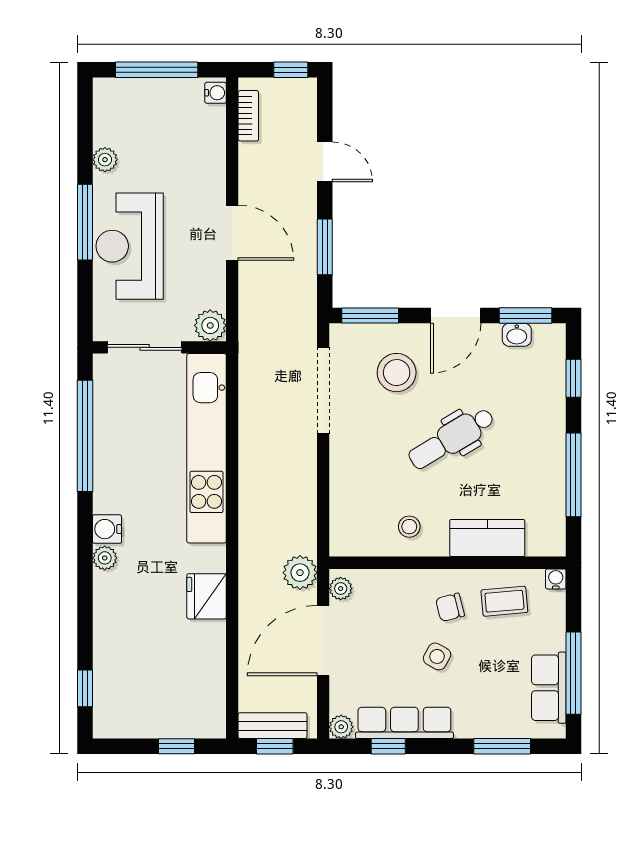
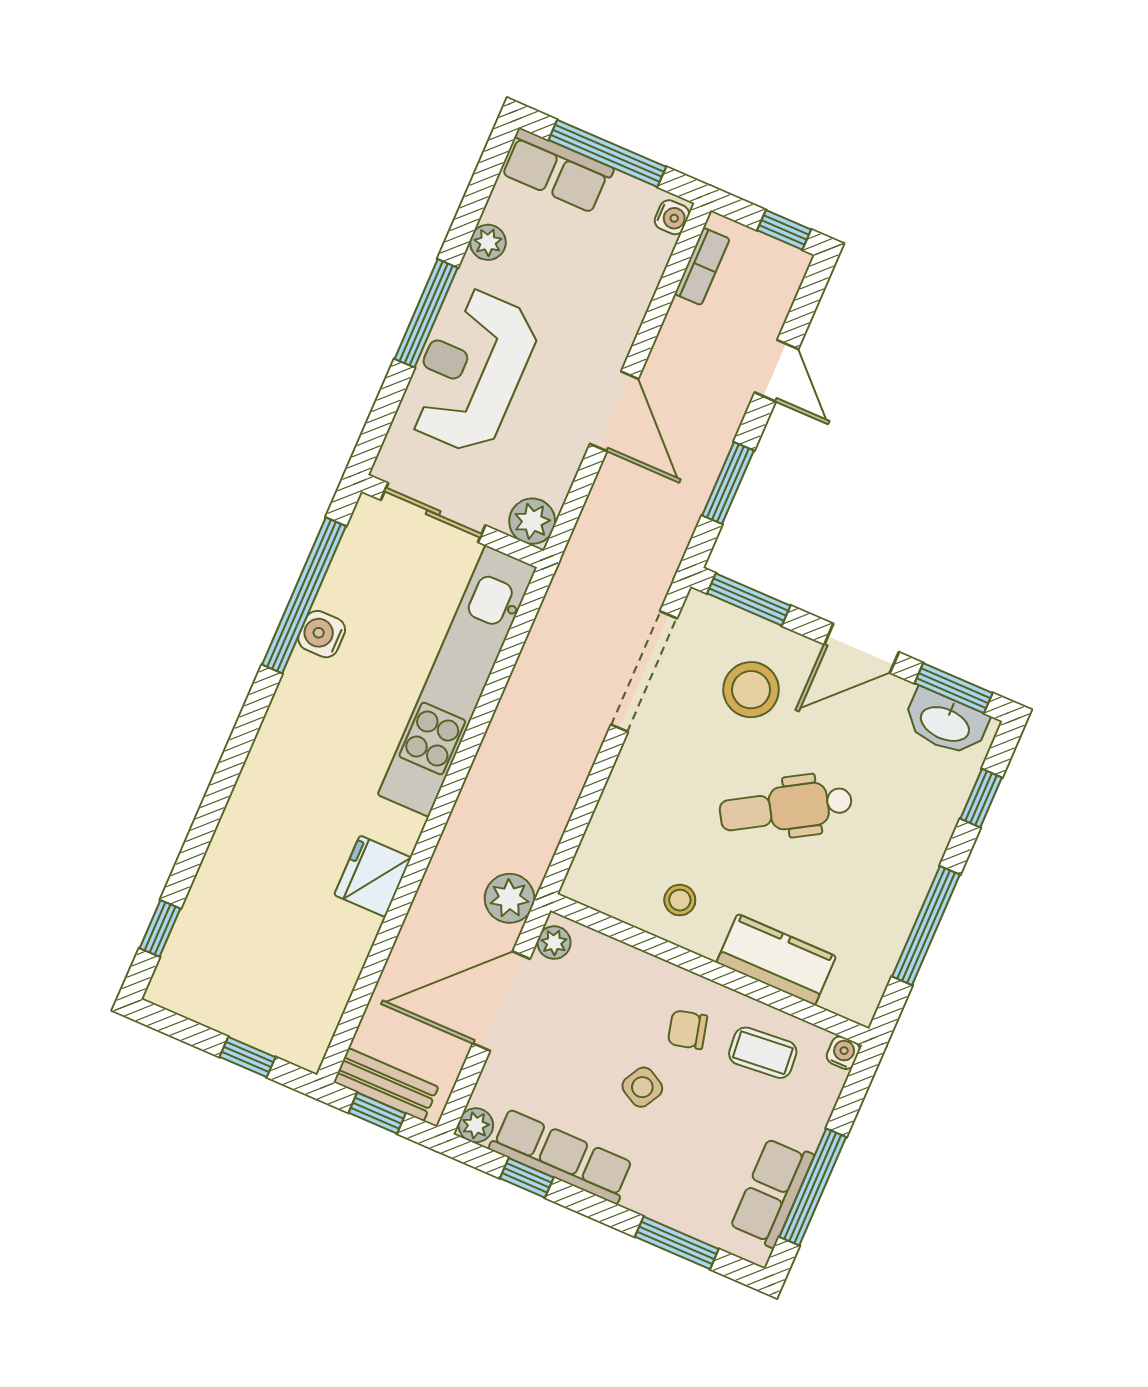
row of seats: (129, 95) -> (557, 171), added
washbasin: (517, 335) -> (945, 723), width x1.91, depth x1.45
water cooler: (107, 529) -> (322, 634), moved
plant: (105, 558) -> (260, 768), removed

